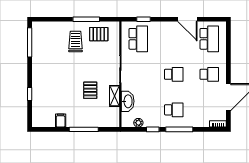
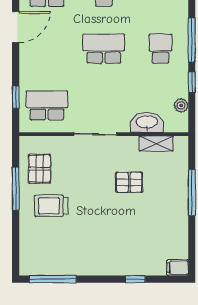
school desk: (174, 74) -> (104, 49), width x1.85
shelving: (114, 96) -> (156, 143), moved
filing cabinet: (61, 121) -> (178, 268), moved

